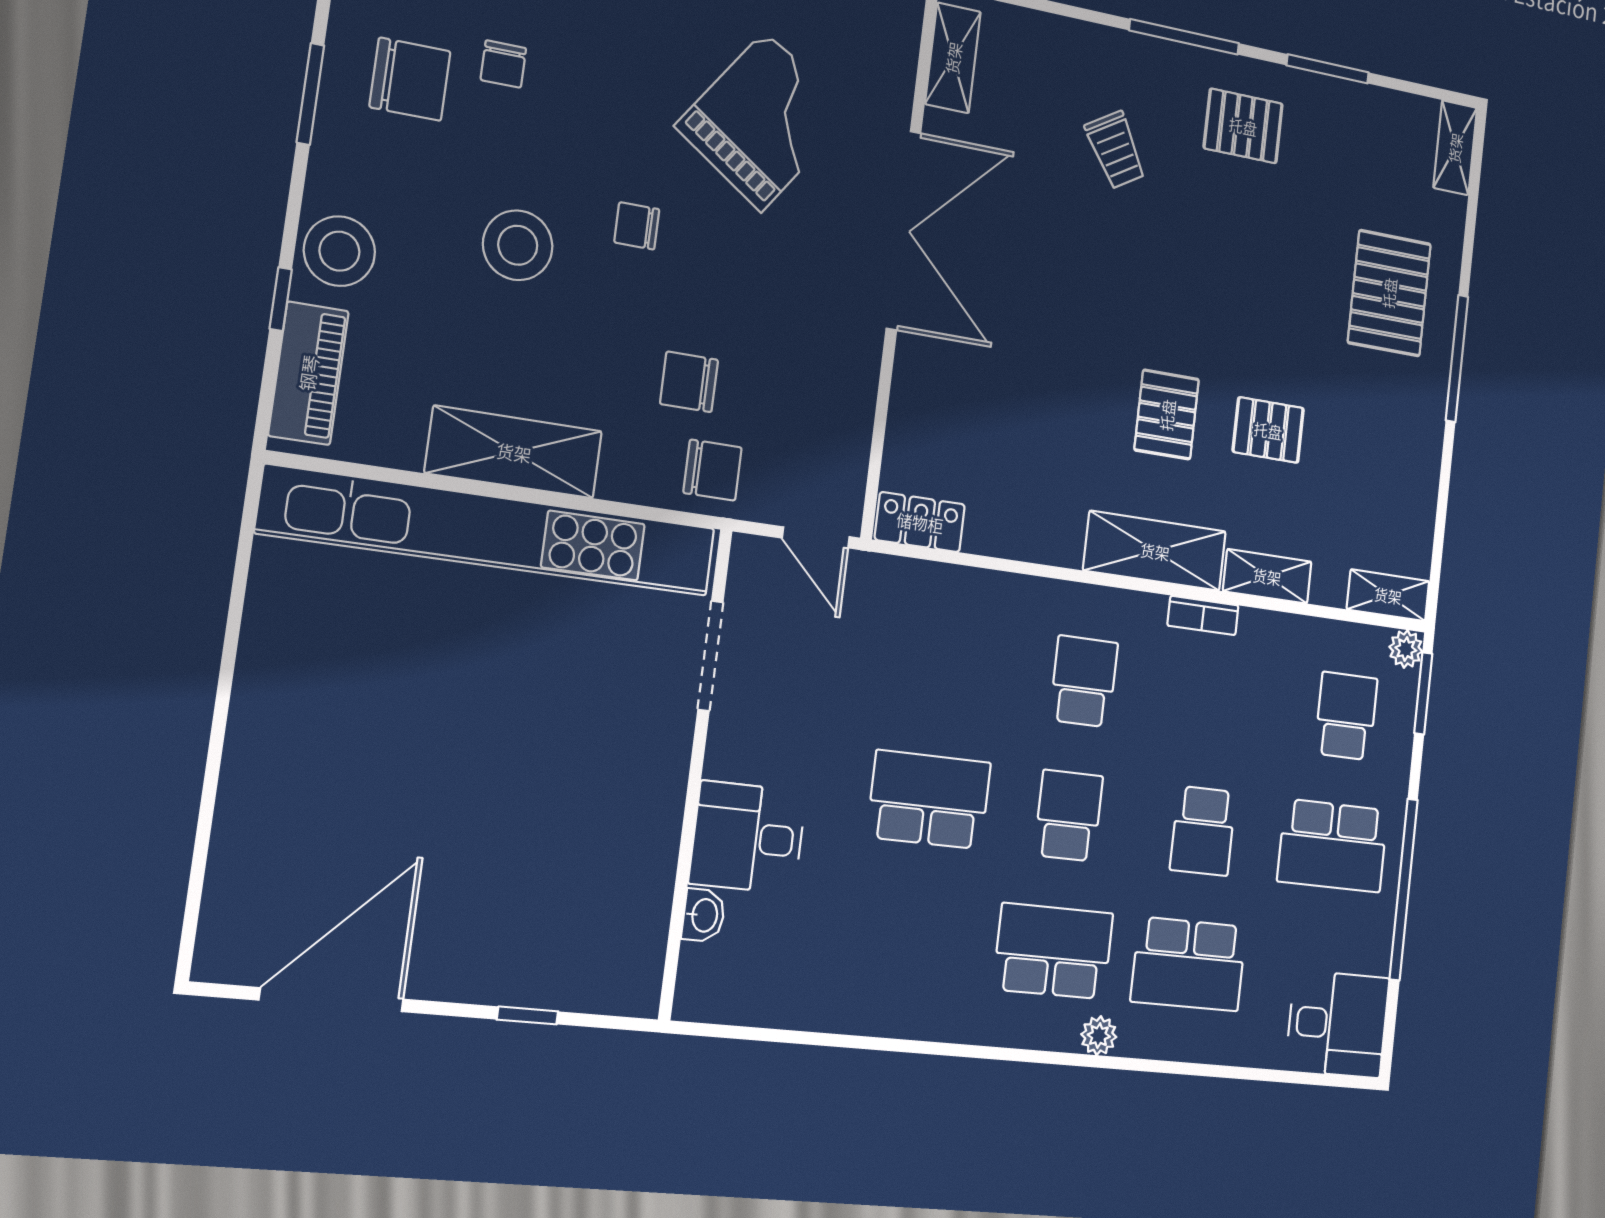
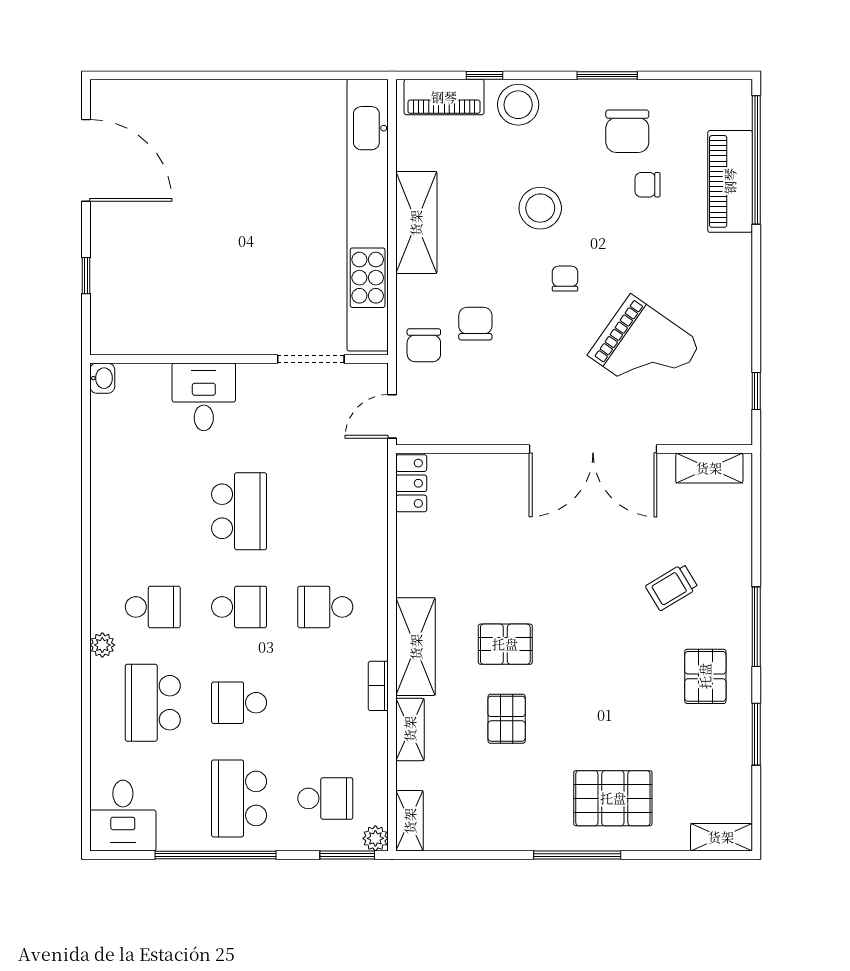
school desk: (1084, 681) -> (325, 607), turned 180
washbasin: (704, 915) -> (102, 378), moved, turned -90
school desk: (1053, 951) -> (153, 607), width x0.54

